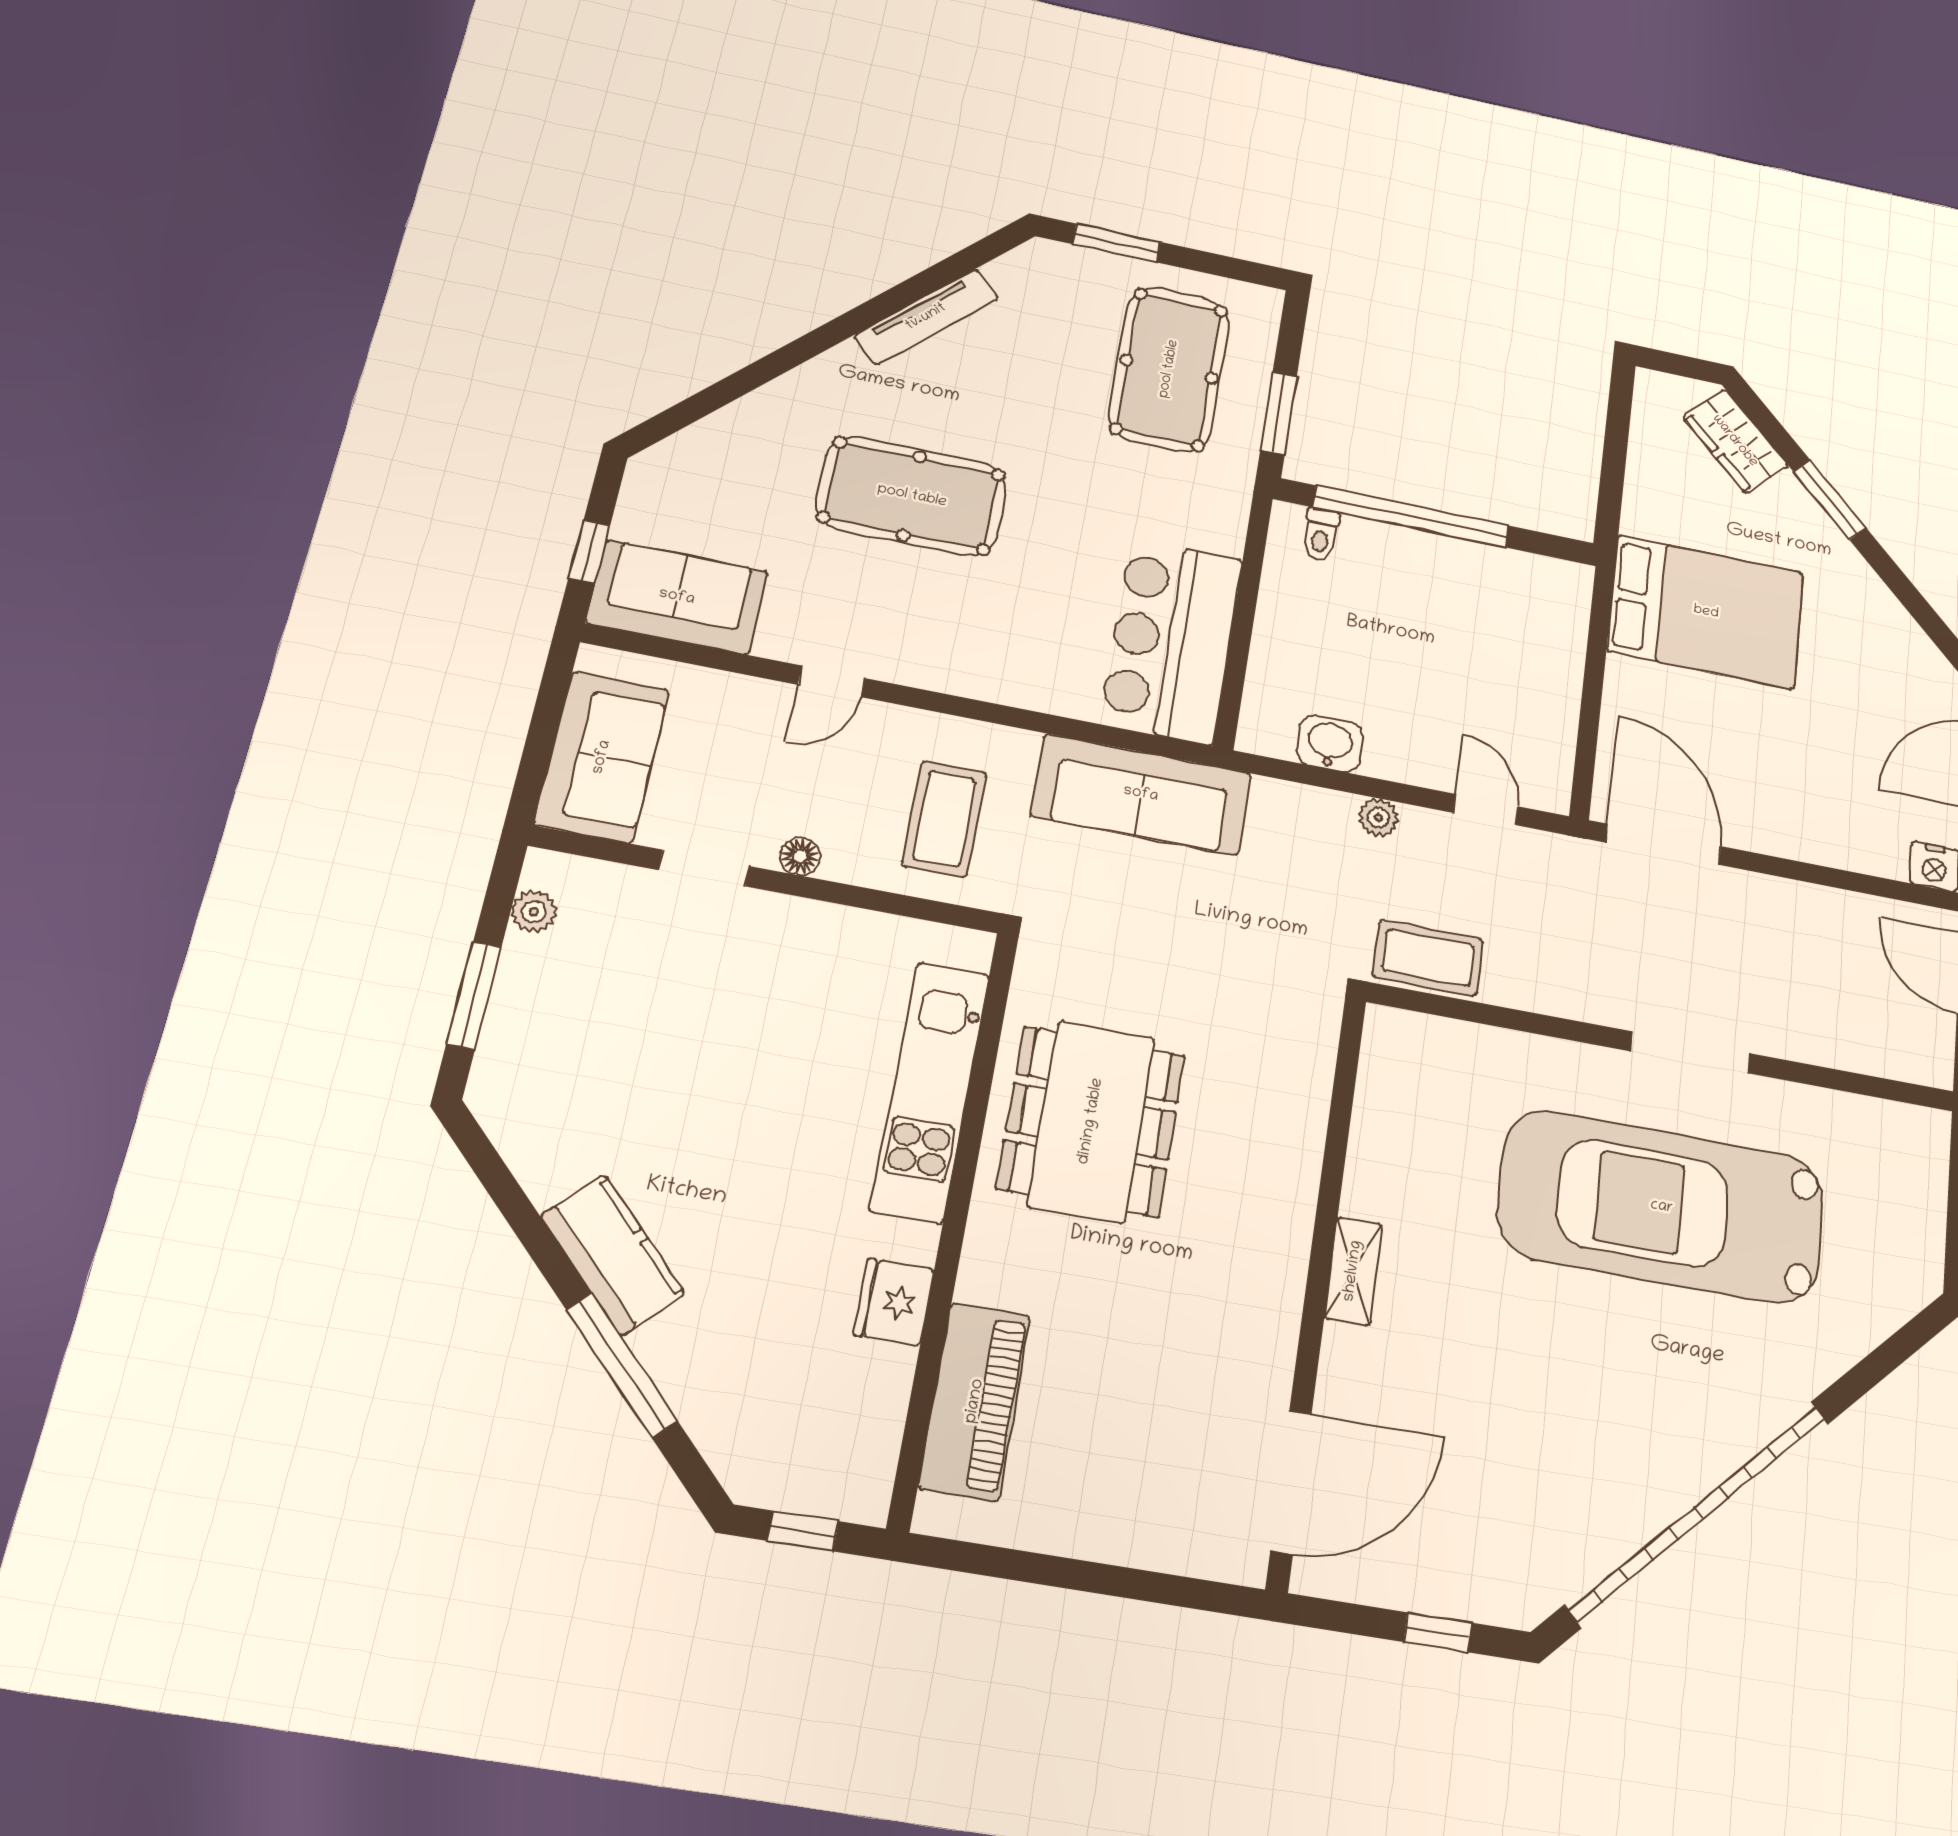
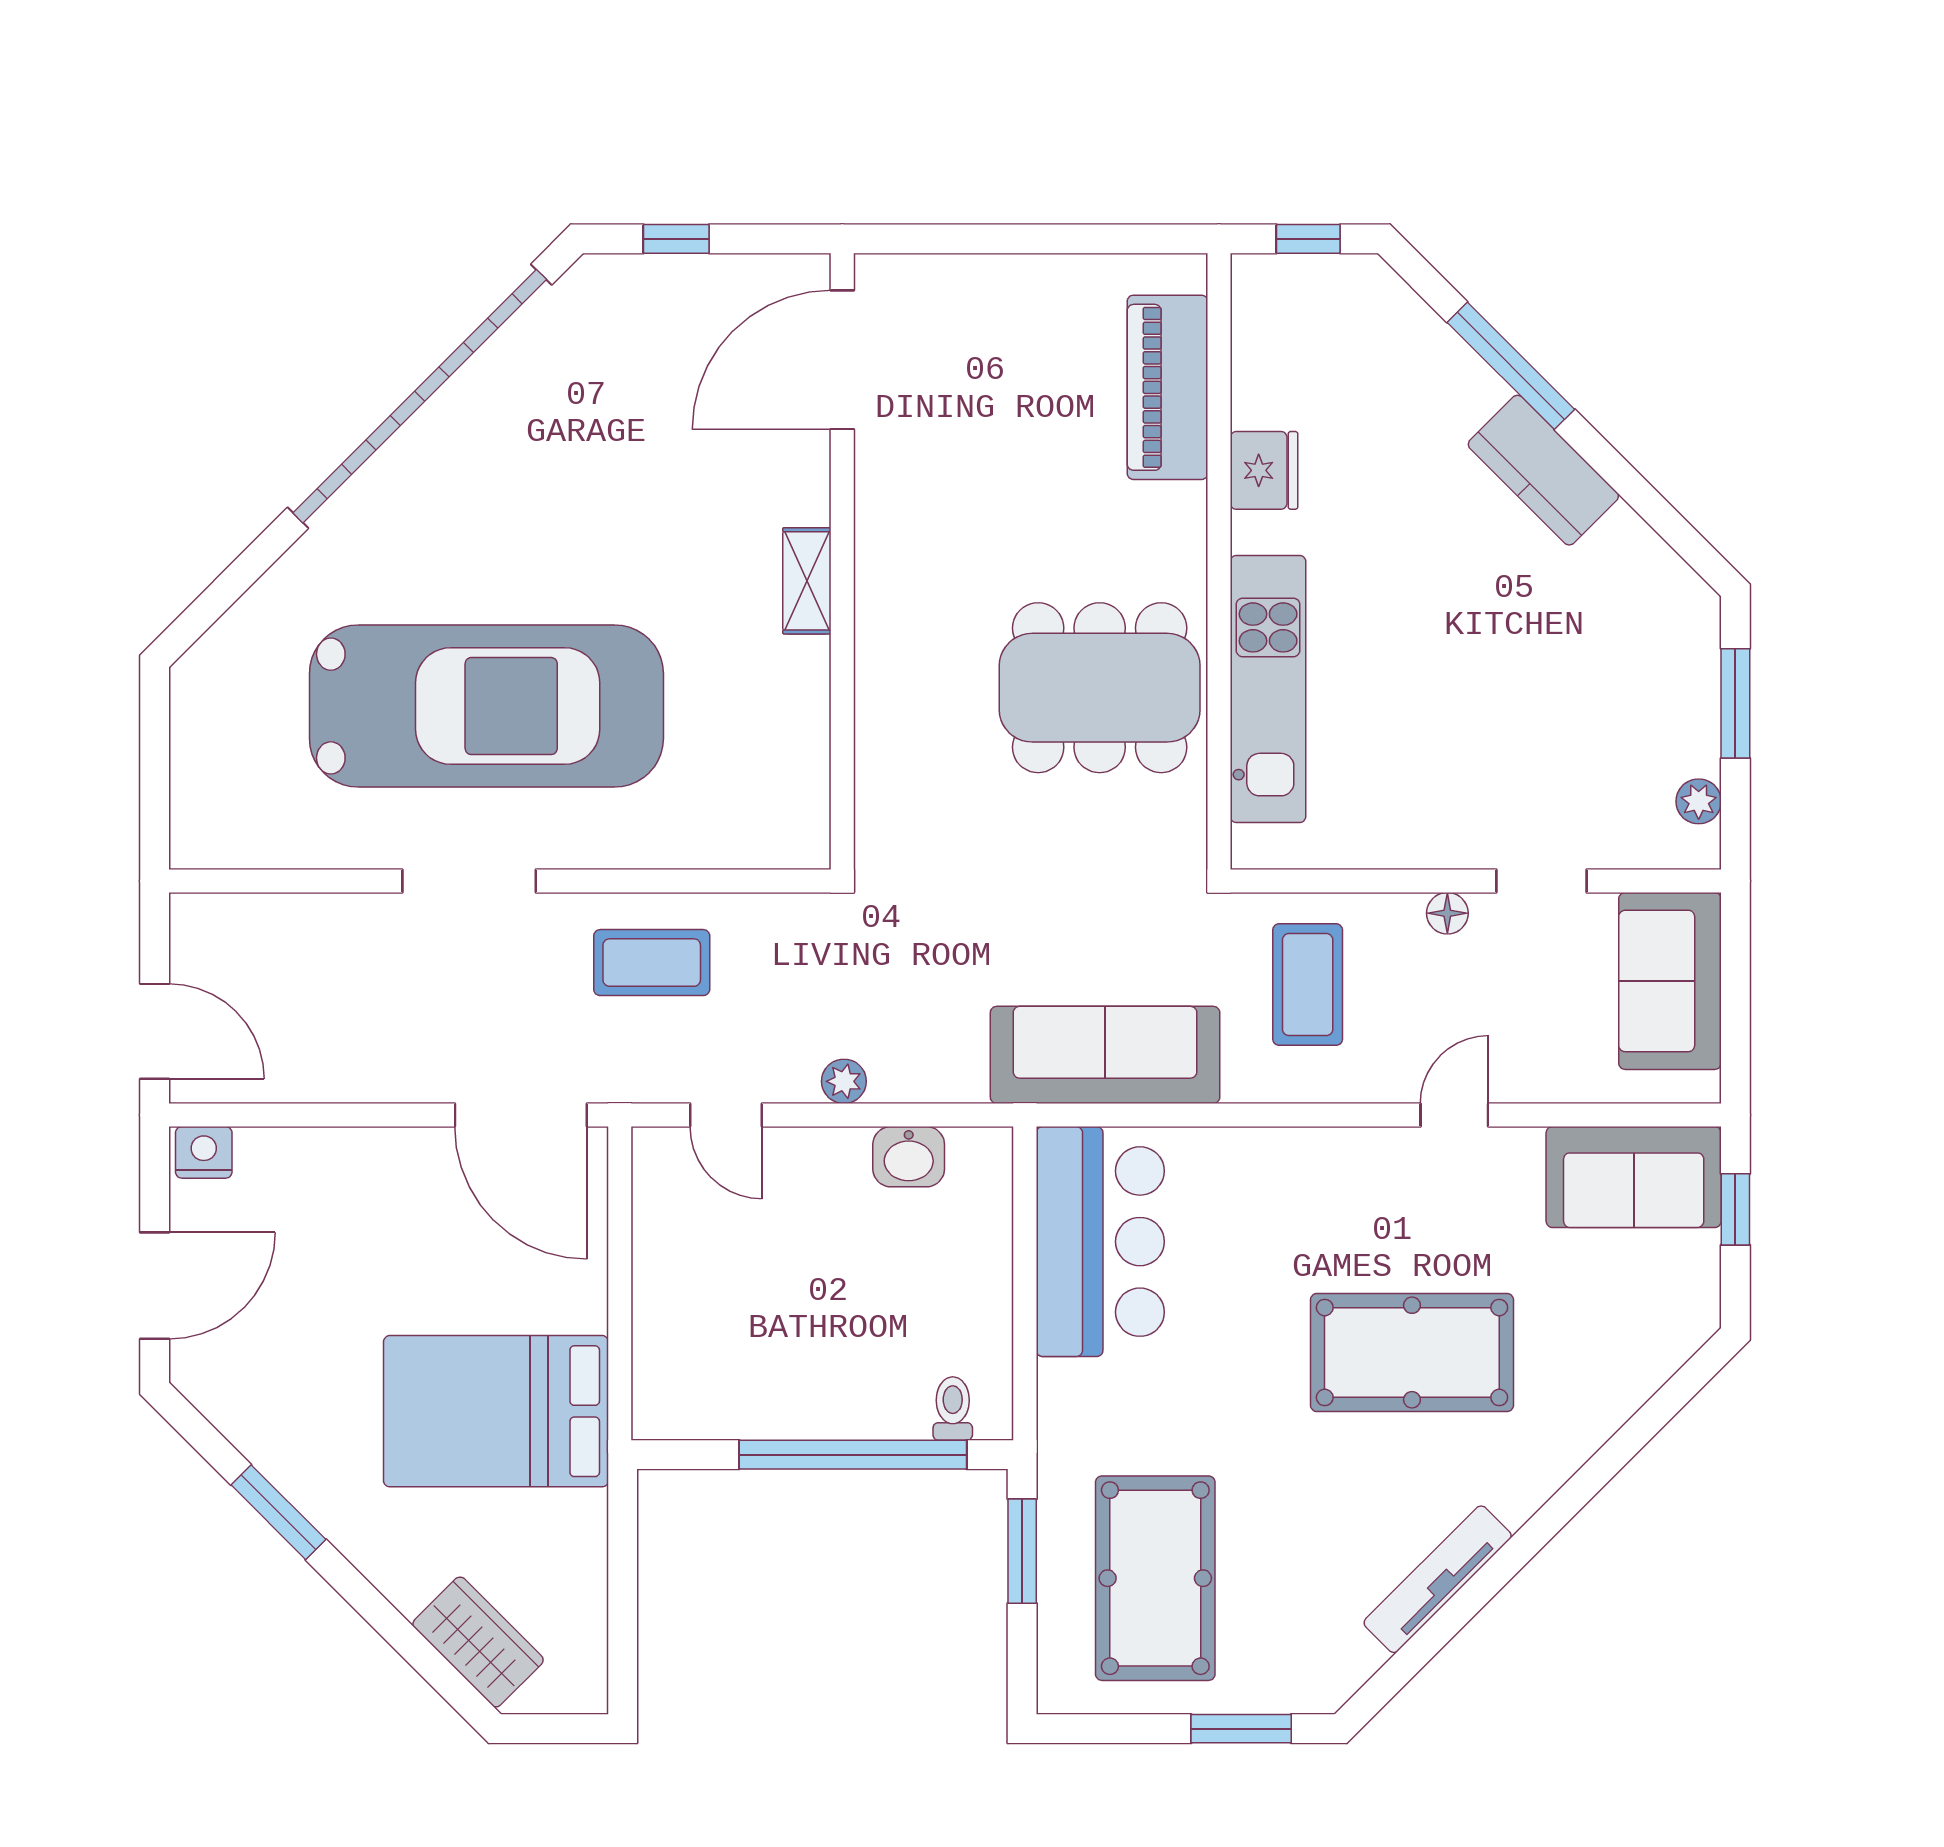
window: (1830, 500) -> (278, 1512), moved
coffee table: (1428, 958) -> (652, 963), moved
dining table: (1091, 1121) -> (1100, 688), turned 90

